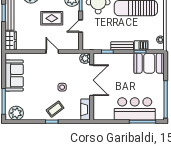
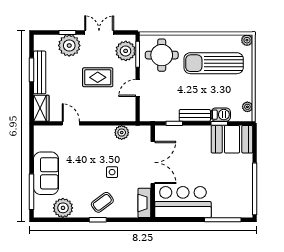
door: (52, 52) -> (71, 123), moved
plant: (85, 58) -> (122, 133), moved
sofa: (14, 76) -> (46, 173), moved
bar counter: (135, 109) -> (183, 202), moved
plant: (16, 113) -> (63, 208), moved

